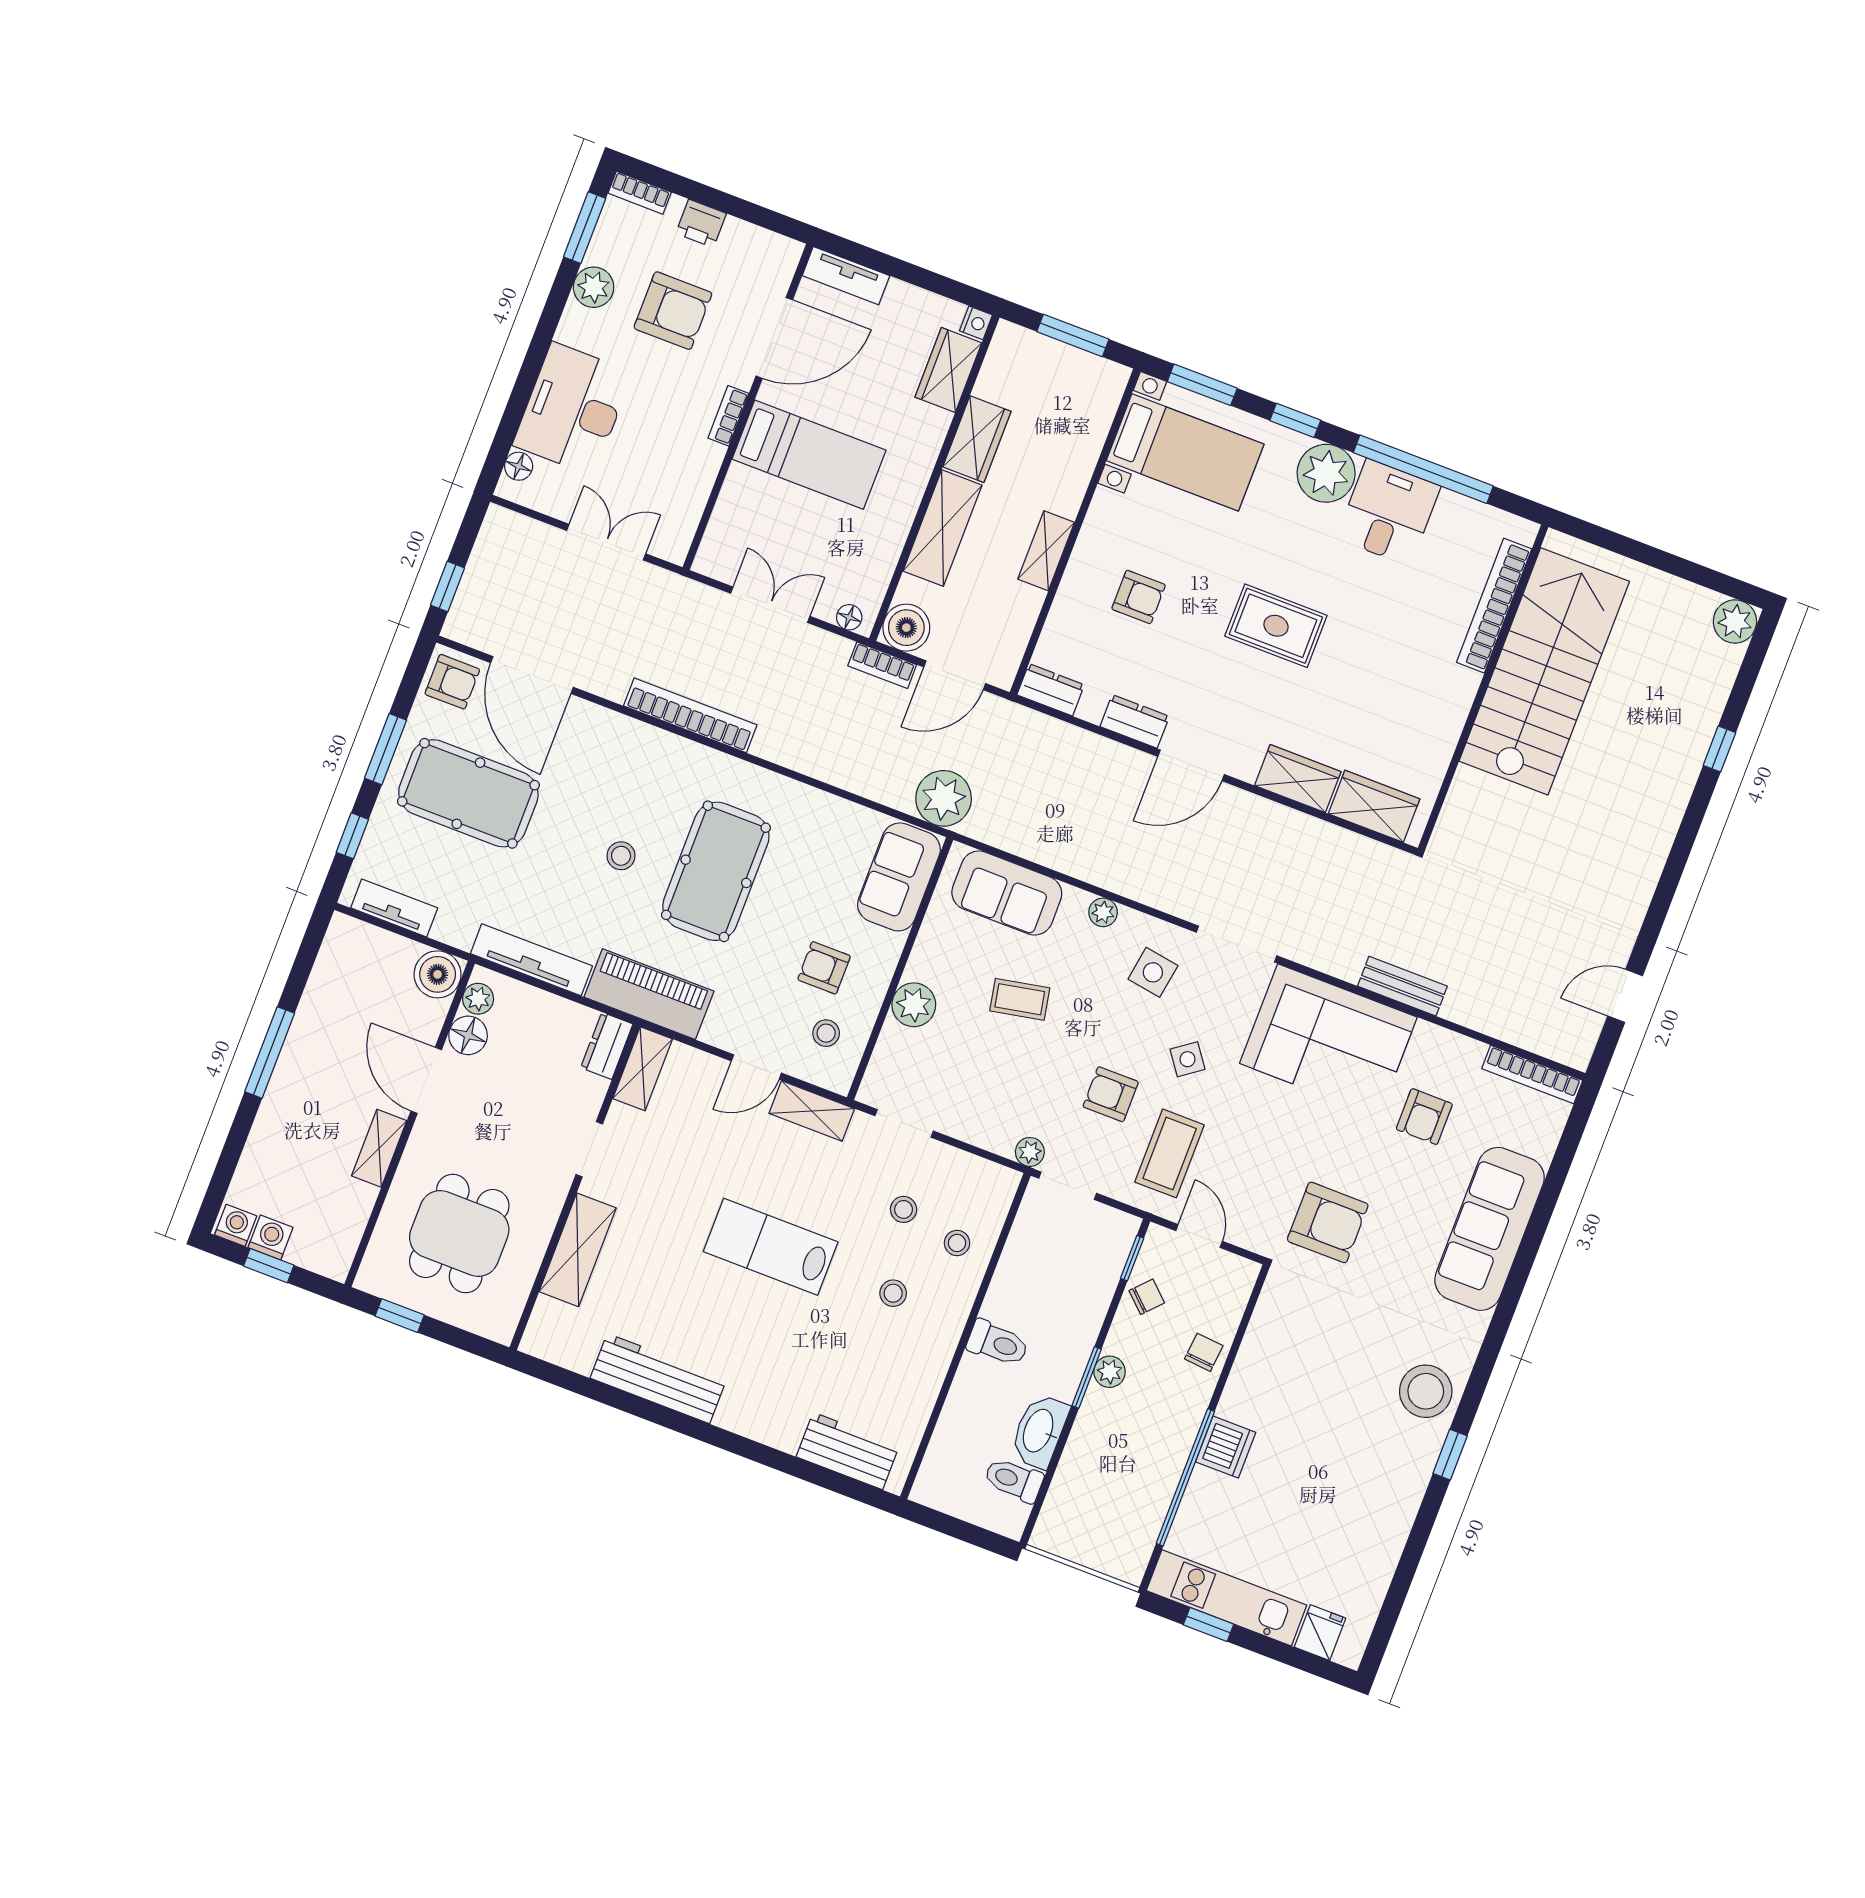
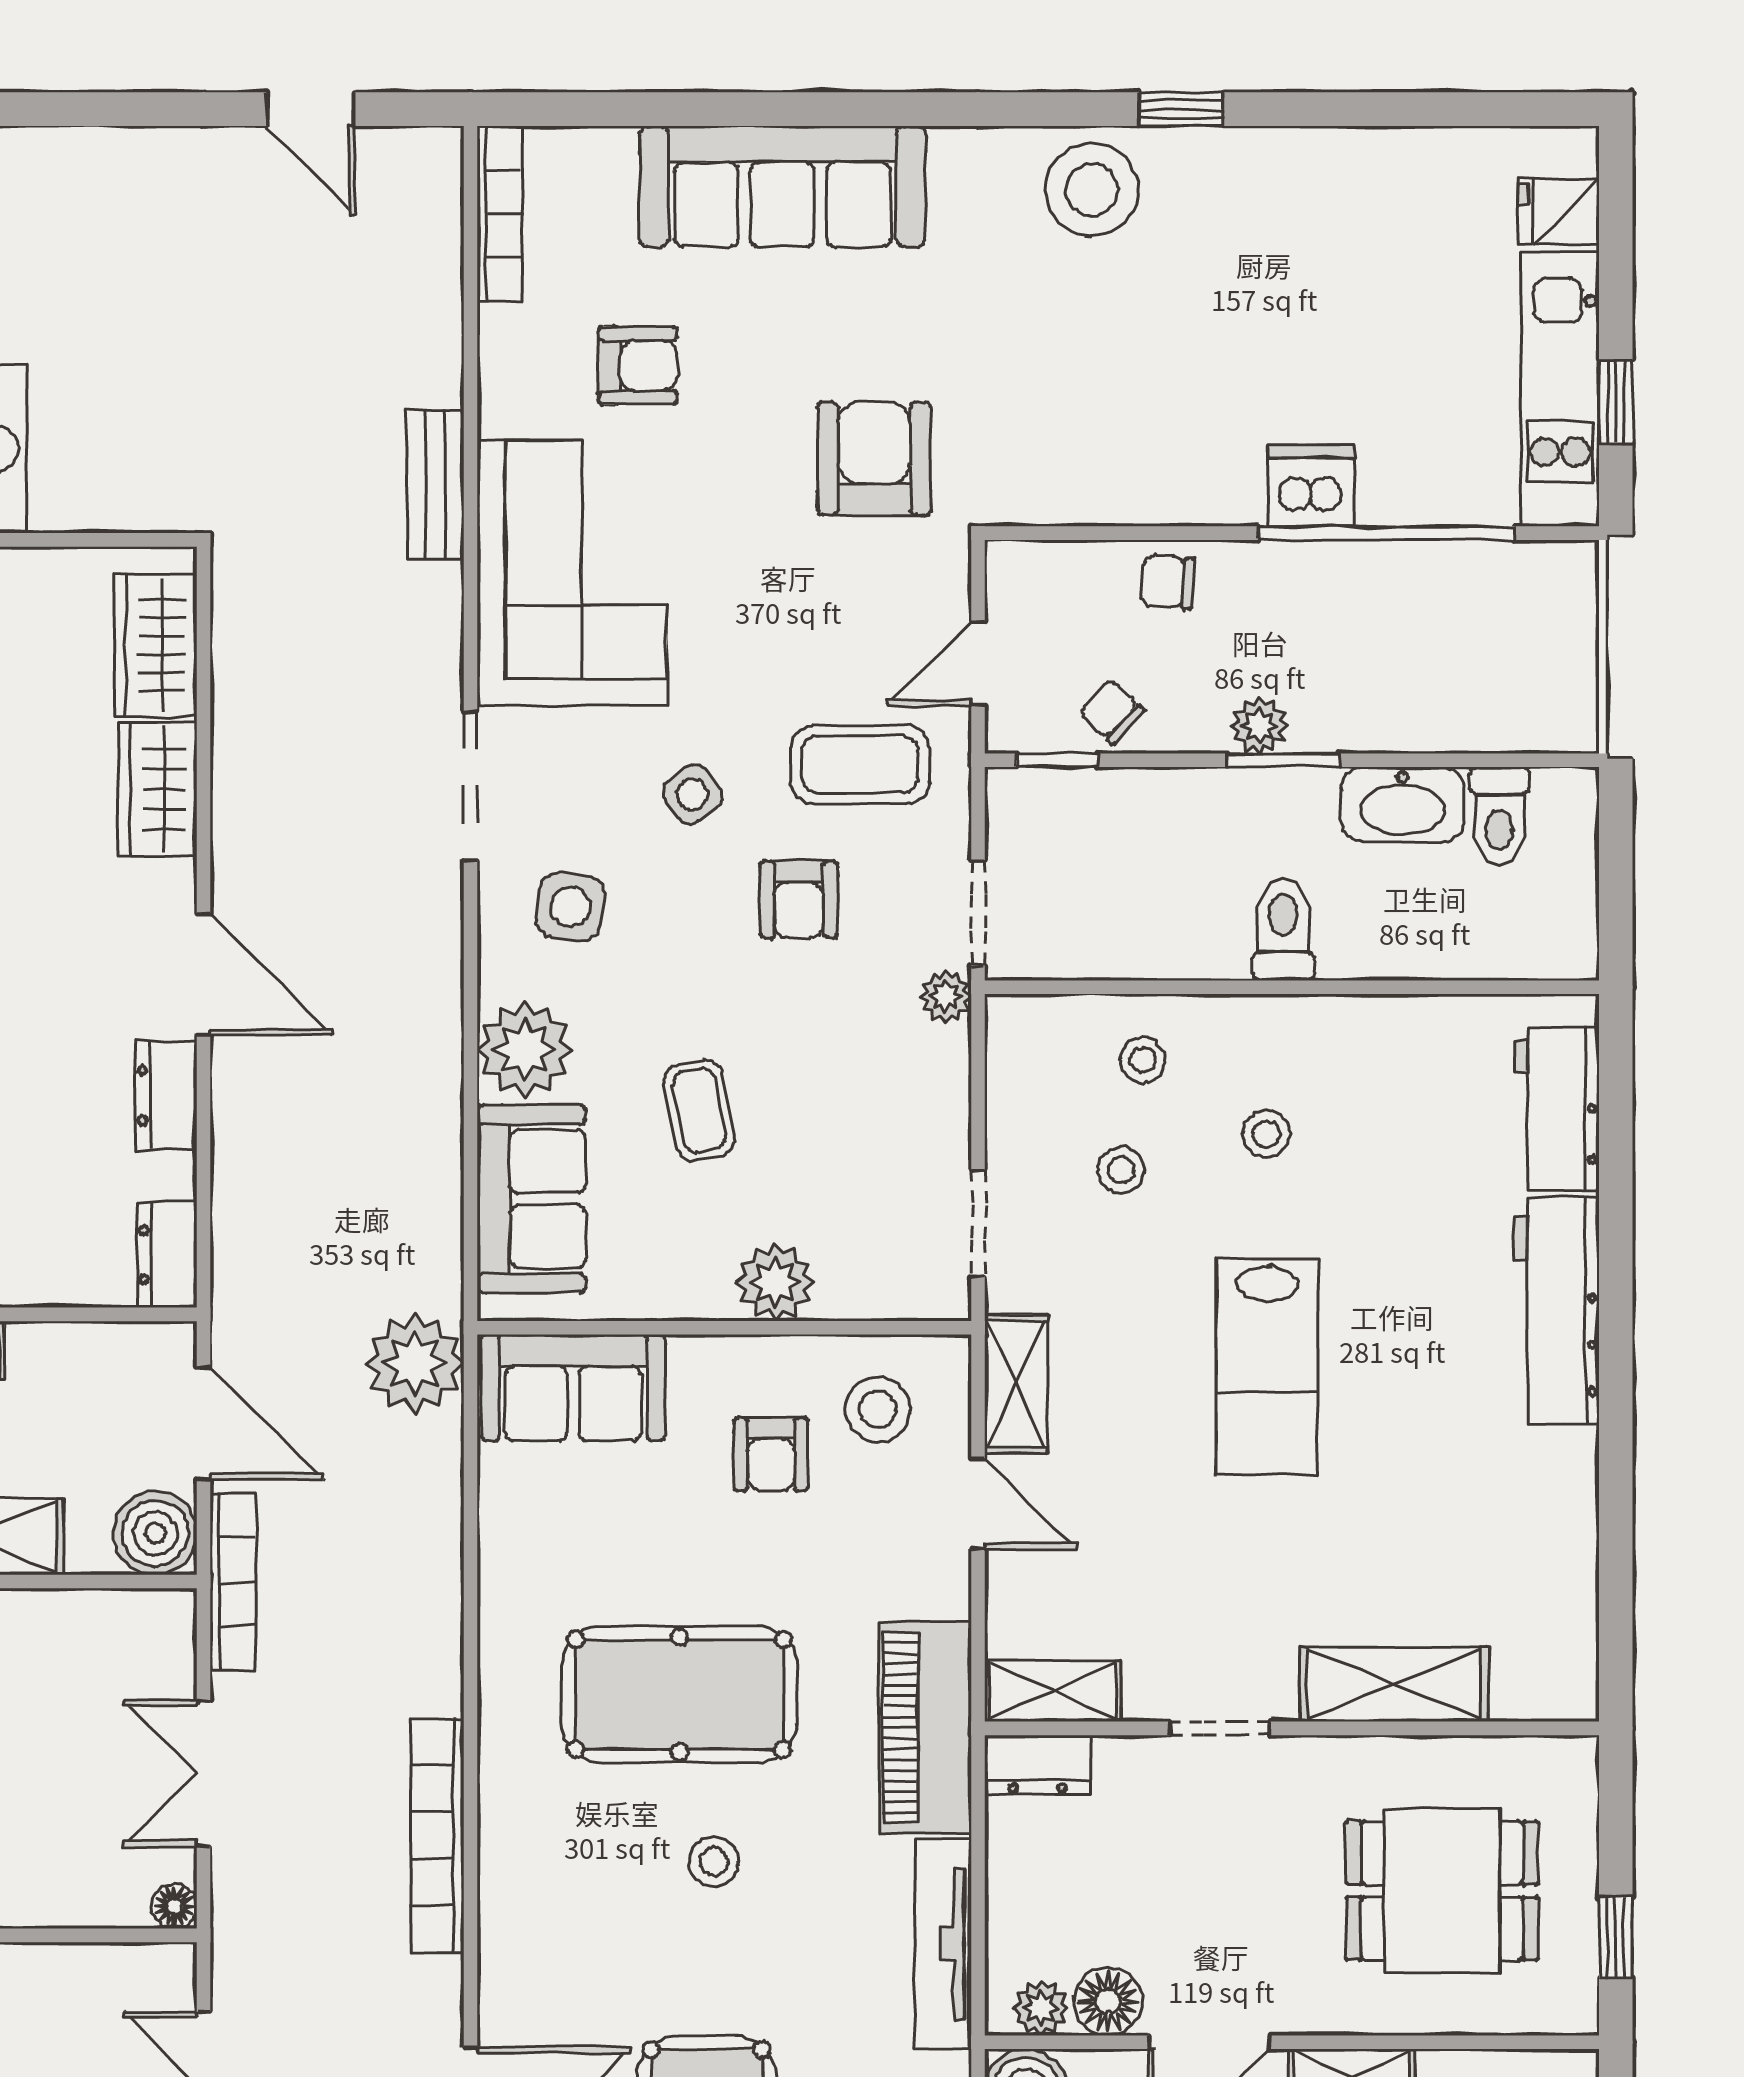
floor lamp: (849, 617) -> (174, 1906), moved
bookcase: (882, 665) -> (233, 1581), width x1.56
plant: (1103, 912) -> (525, 1049), width x1.88, depth x1.88
stool: (826, 1033) -> (878, 1410), width x1.37, depth x1.37
workbench: (658, 1379) -> (1556, 1311), moved

